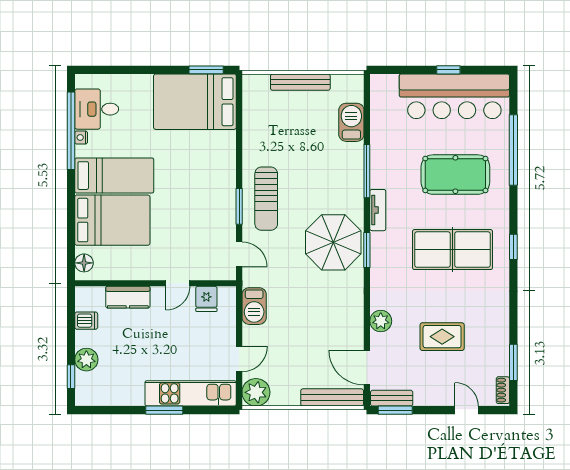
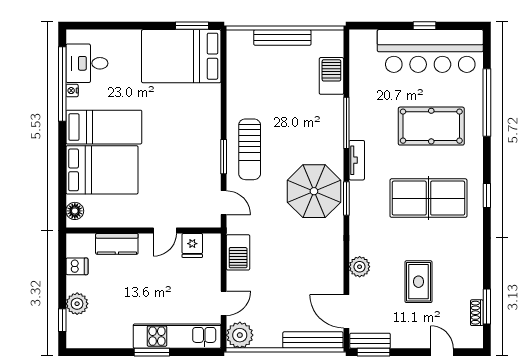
rug: (442, 337) -> (419, 282), turned 90
shoe rack: (503, 390) -> (477, 313), moved

